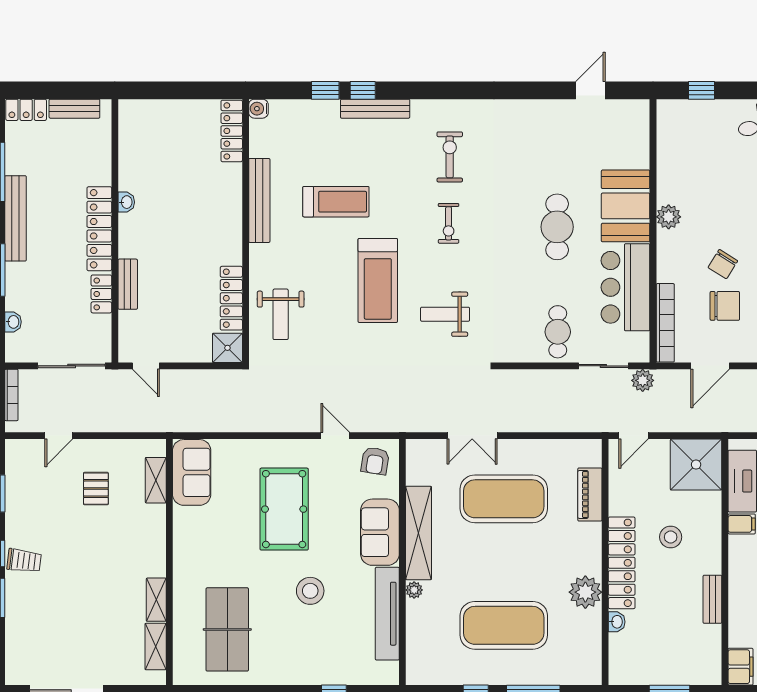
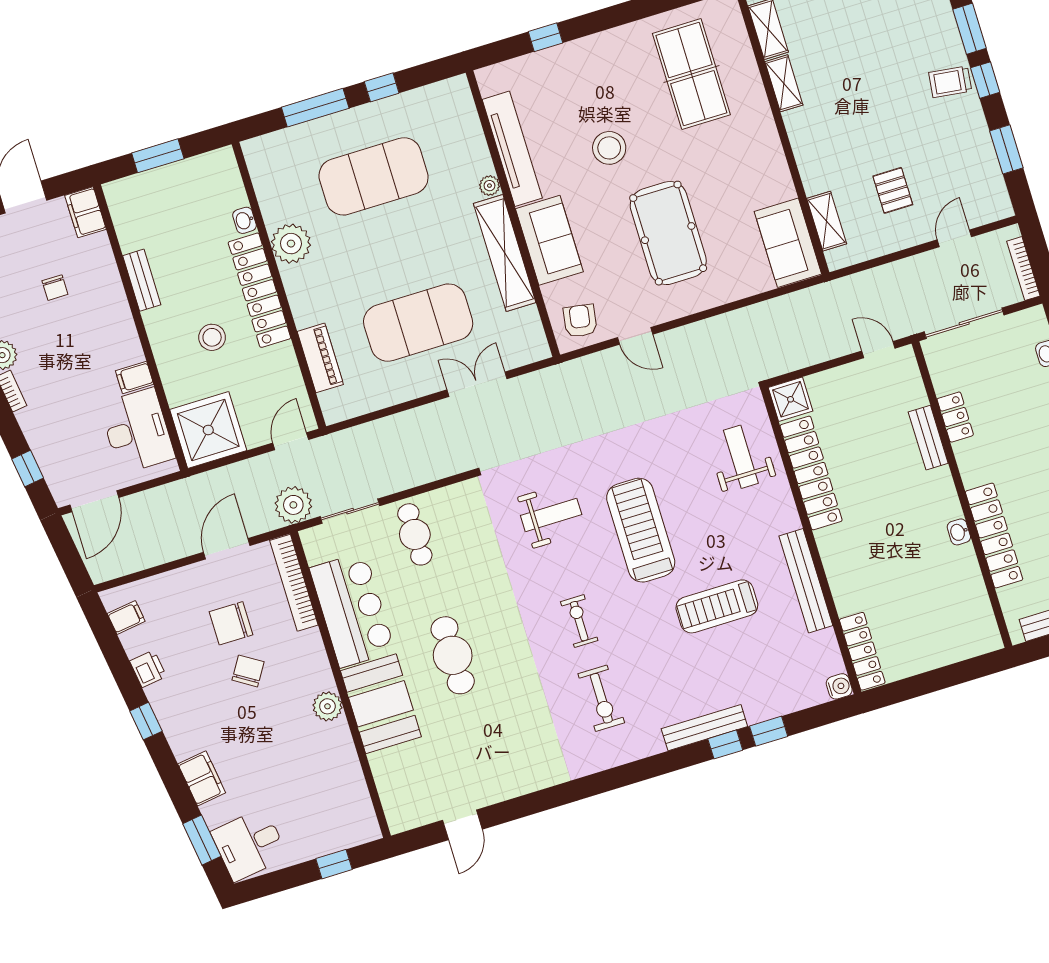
locker: (99, 229) -> (994, 536), moved
locker: (231, 298) -> (811, 473), width x1.41, depth x1.21
plant: (643, 380) -> (293, 505), width x1.36, depth x1.36

